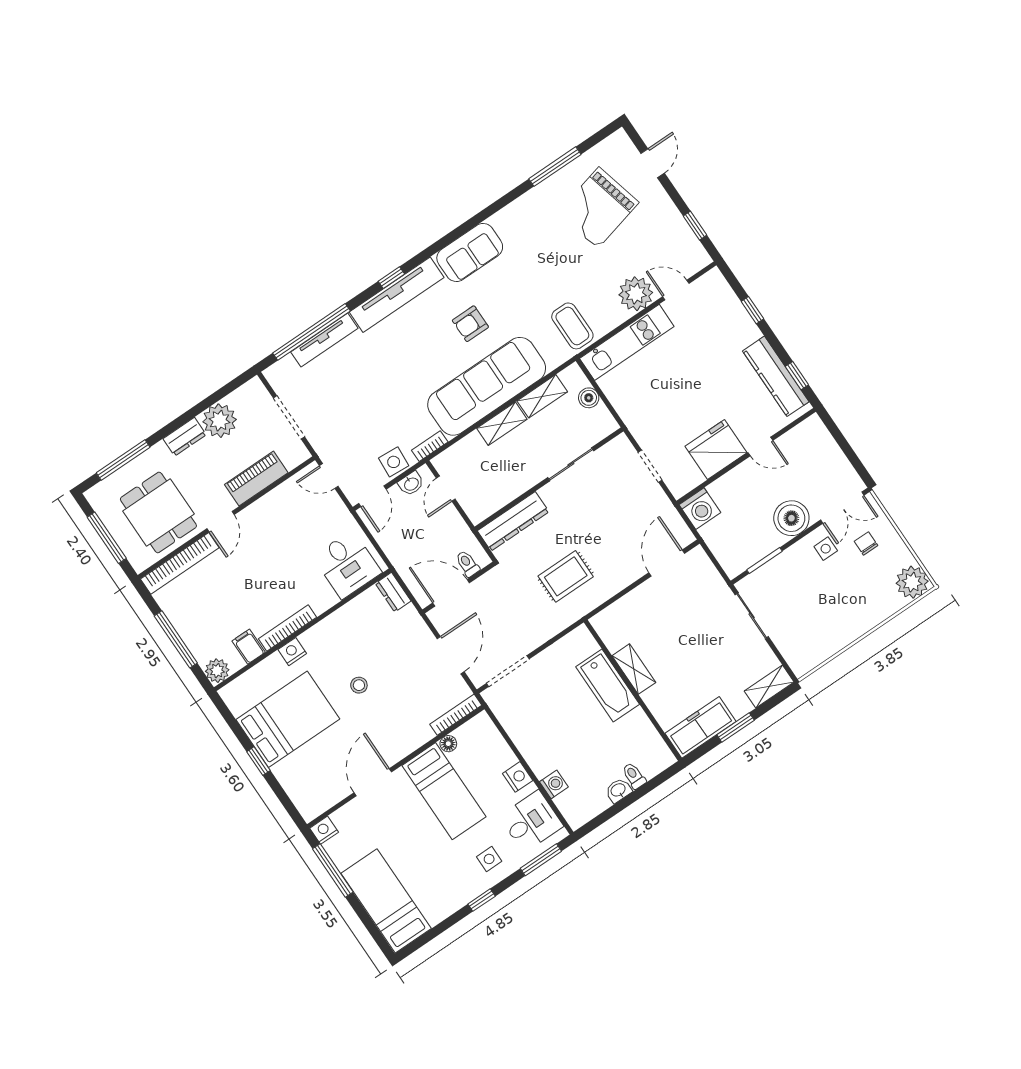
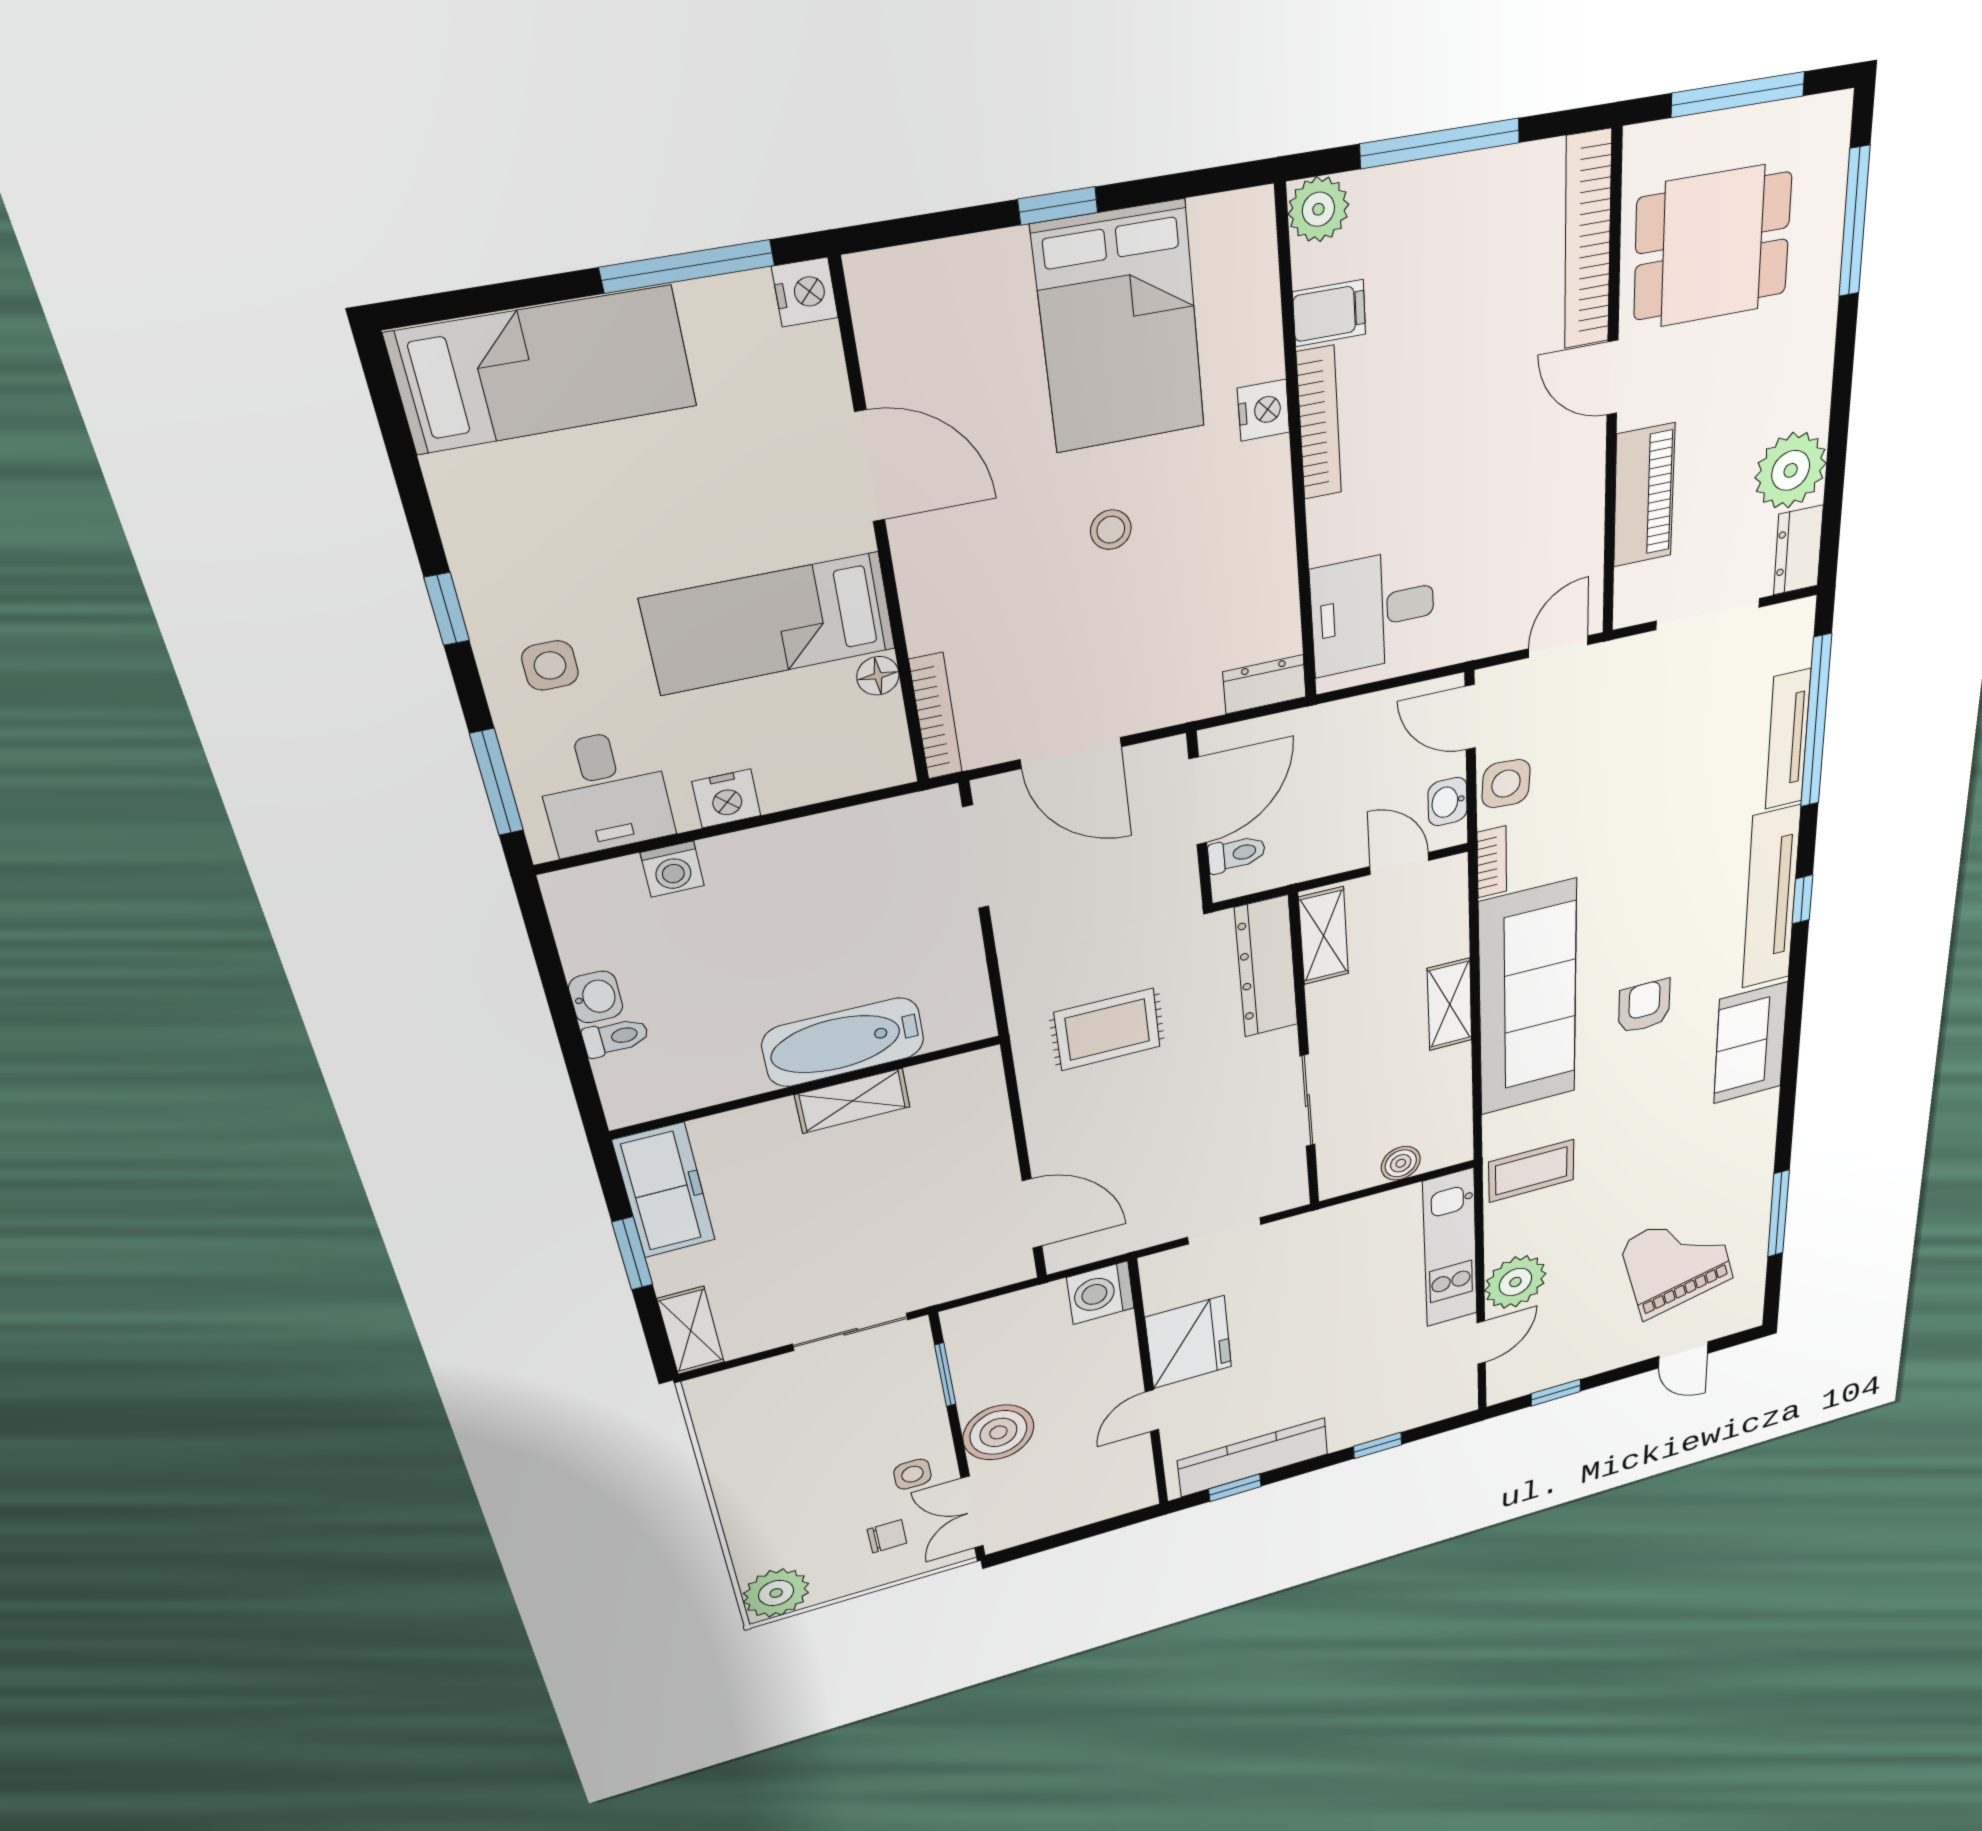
shelving: (542, 396) -> (1324, 936), moved
dresser: (185, 437) -> (1798, 550), moved
rug: (566, 576) -> (1107, 1030), turned 90

